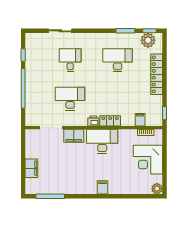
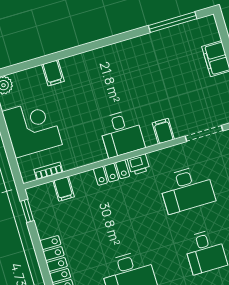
filing cabinet: (74, 136) -> (163, 131), width x0.50
desk: (102, 141) -> (121, 134), width x0.73
filing cabinet: (102, 187) -> (53, 73), moved

